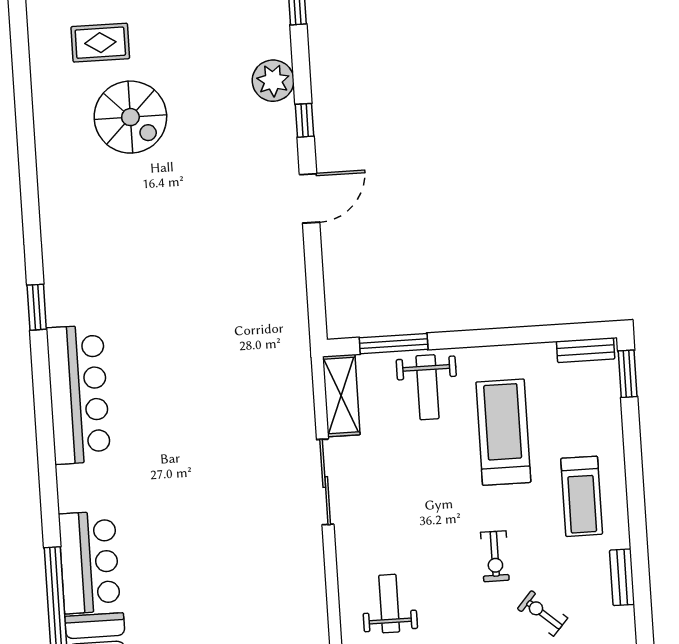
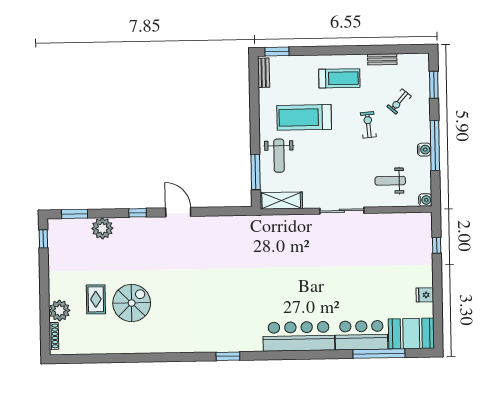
rug: (100, 43) -> (96, 299), moved
plant: (273, 81) -> (102, 228), moved
weight bench: (427, 387) -> (279, 156), turned 90
bar counter: (78, 394) -> (299, 336), moved
sliding door: (325, 482) -> (342, 211), moved
exercise bike: (495, 556) -> (368, 125), turned -95

